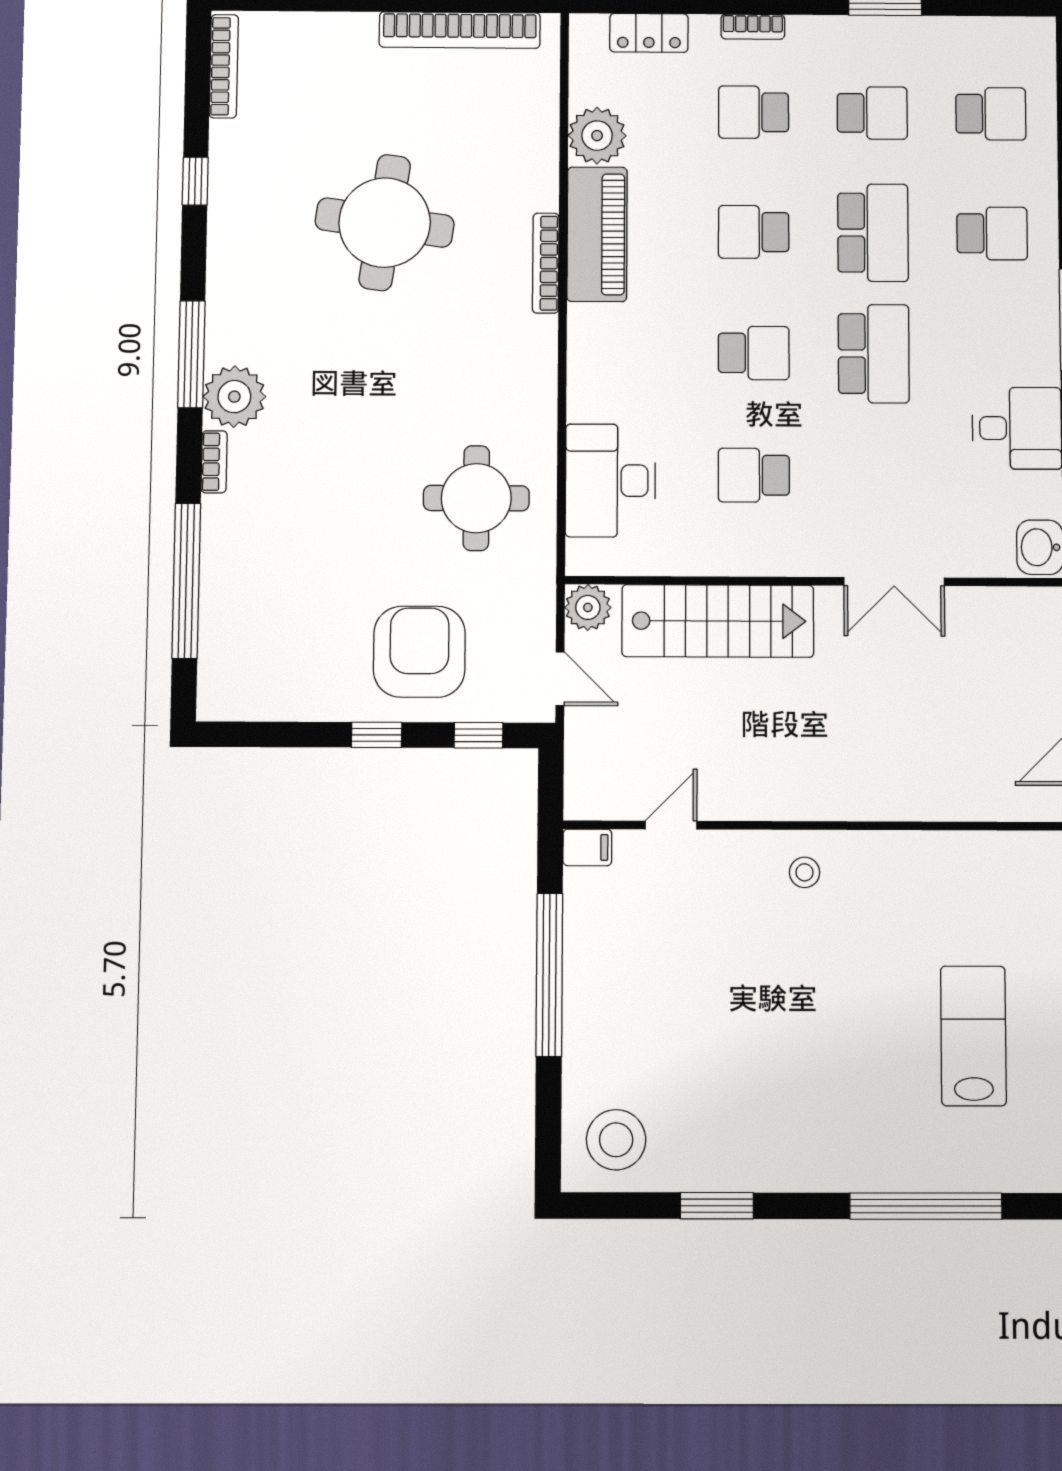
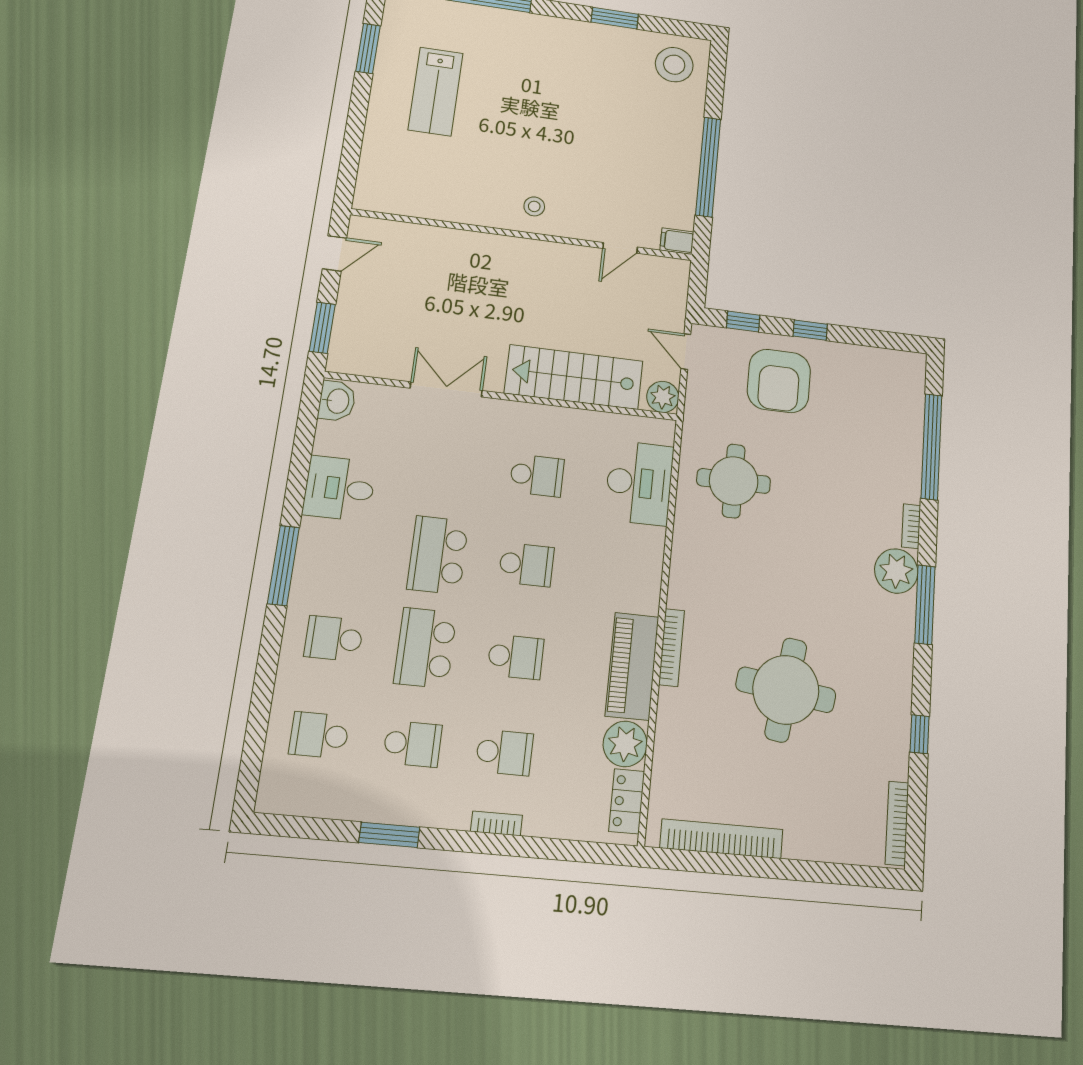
locker: (649, 33) -> (627, 801), moved, turned -90
school desk: (872, 113) -> (412, 744), turned 180
school desk: (754, 353) -> (526, 565), turned 180

